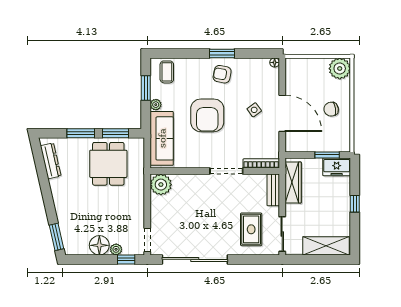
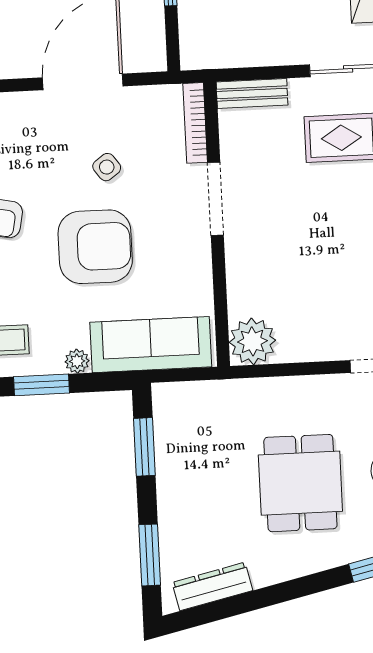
side table: (254, 110) -> (107, 167), moved
window: (81, 133) -> (150, 555), moved
dining table: (108, 164) -> (300, 483), moved, turned 90
wardrobe: (293, 182) -> (234, 50), removed

